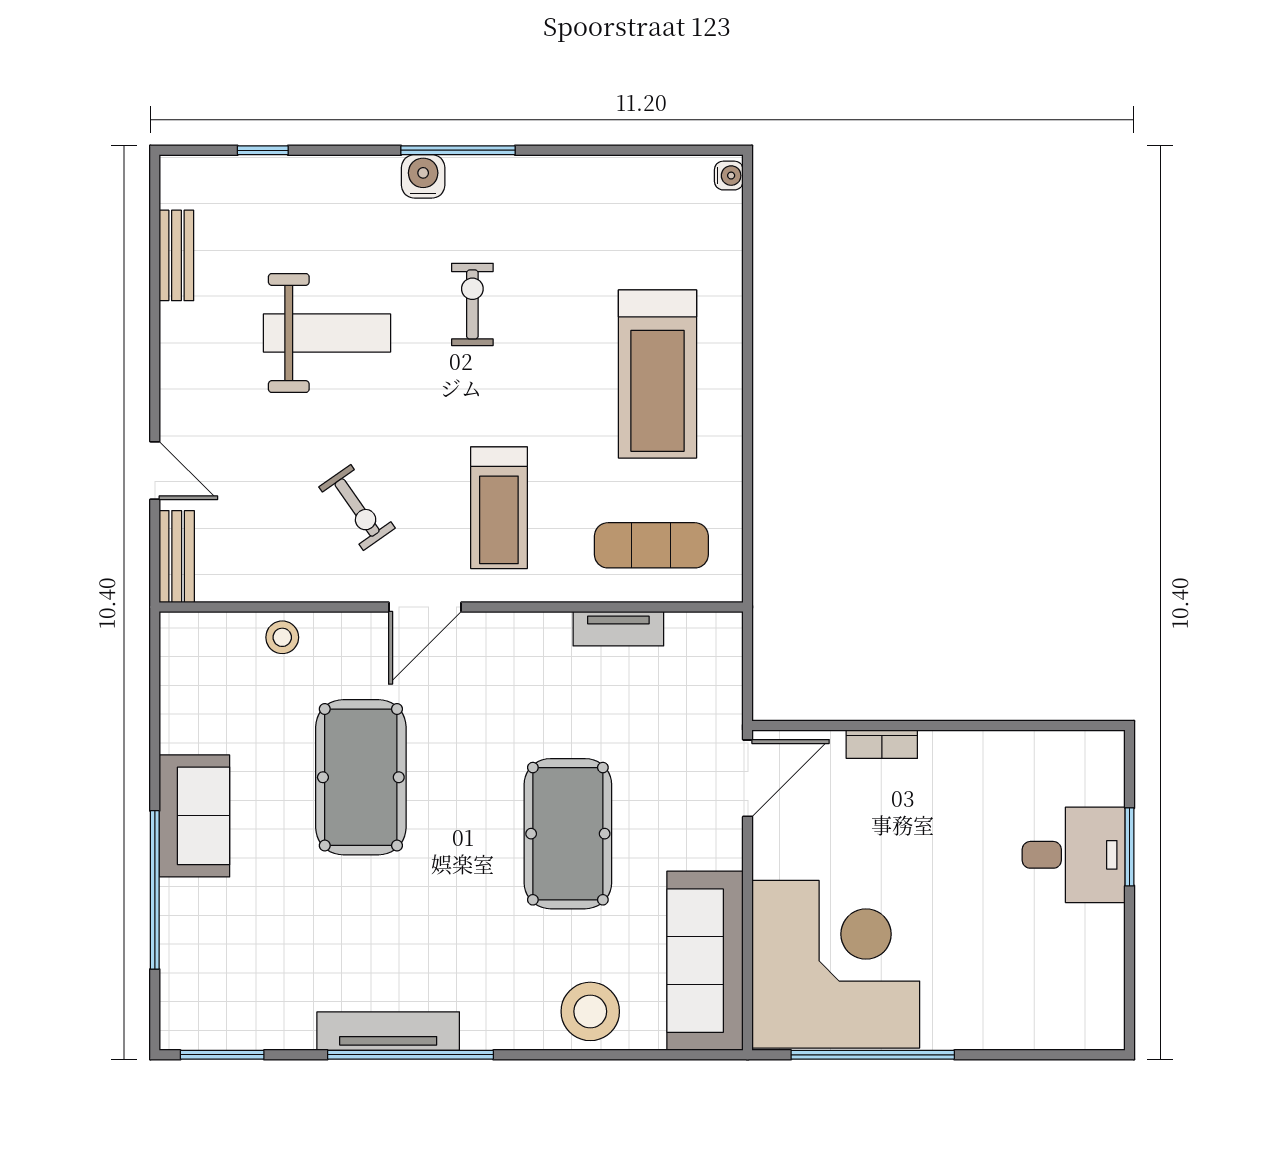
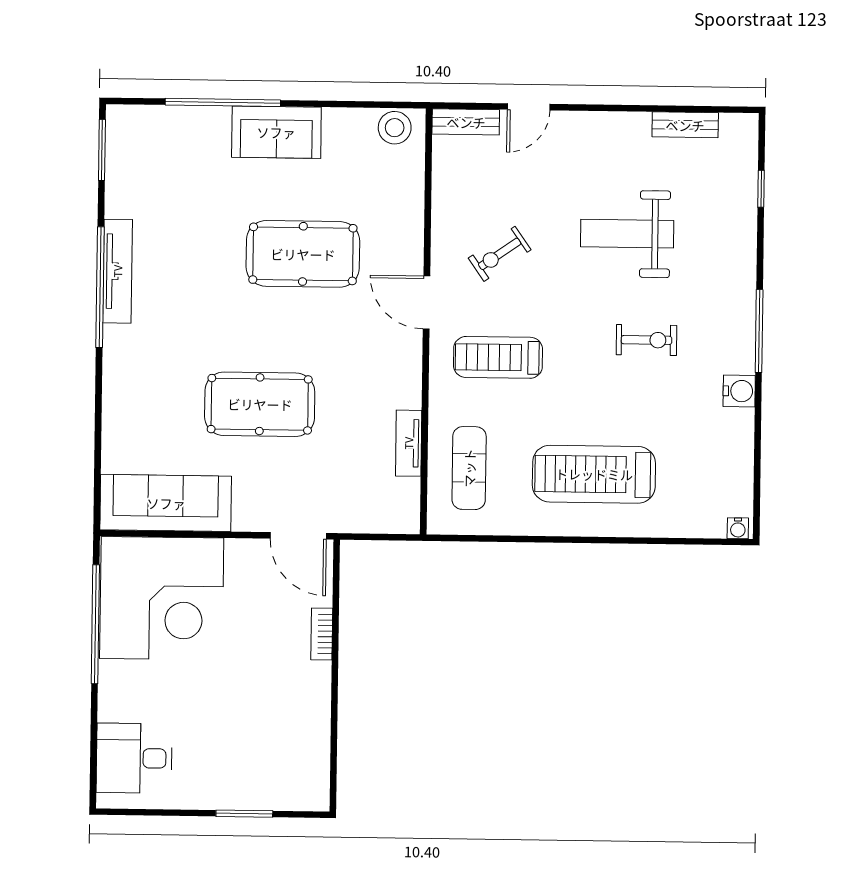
water cooler: (423, 176) -> (739, 391), moved
weight bench: (327, 333) -> (627, 234), turned 90
stool: (282, 637) -> (395, 128), moved, width x1.37, depth x1.37
desk: (1074, 855) -> (134, 758), moved, turned 90
stool: (590, 1011) -> (130, 419), removed

